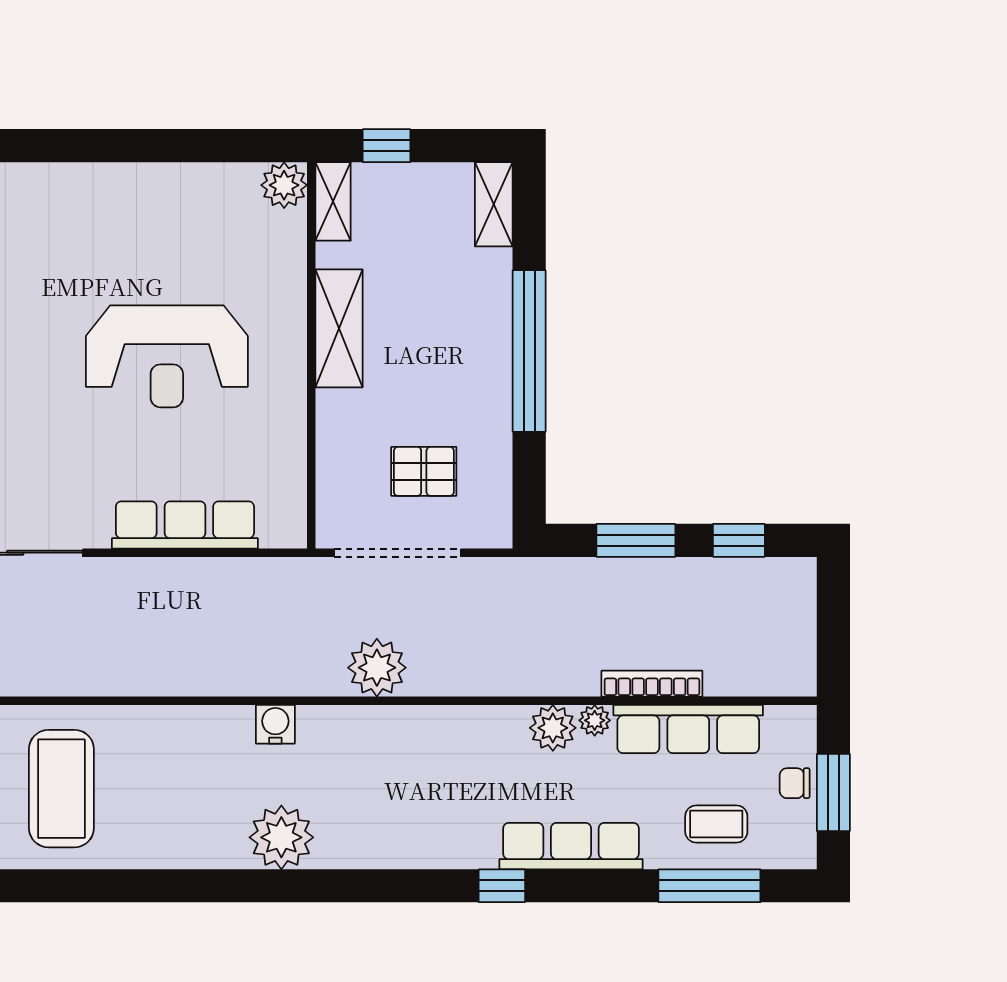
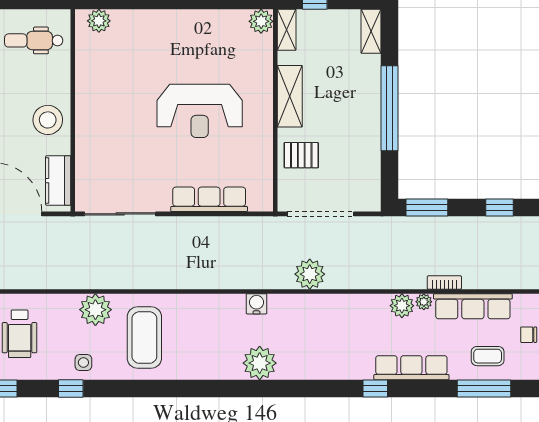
pallet: (424, 471) -> (301, 155), moved
window: (636, 540) -> (427, 207), moved
bookcase: (652, 684) -> (444, 283), width x0.64

